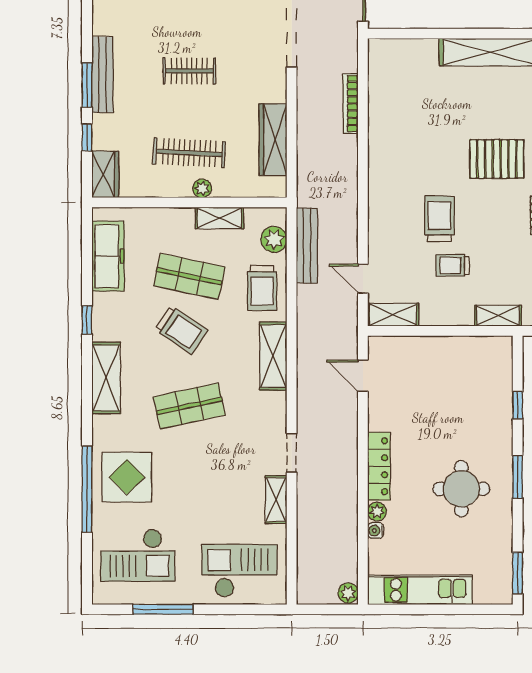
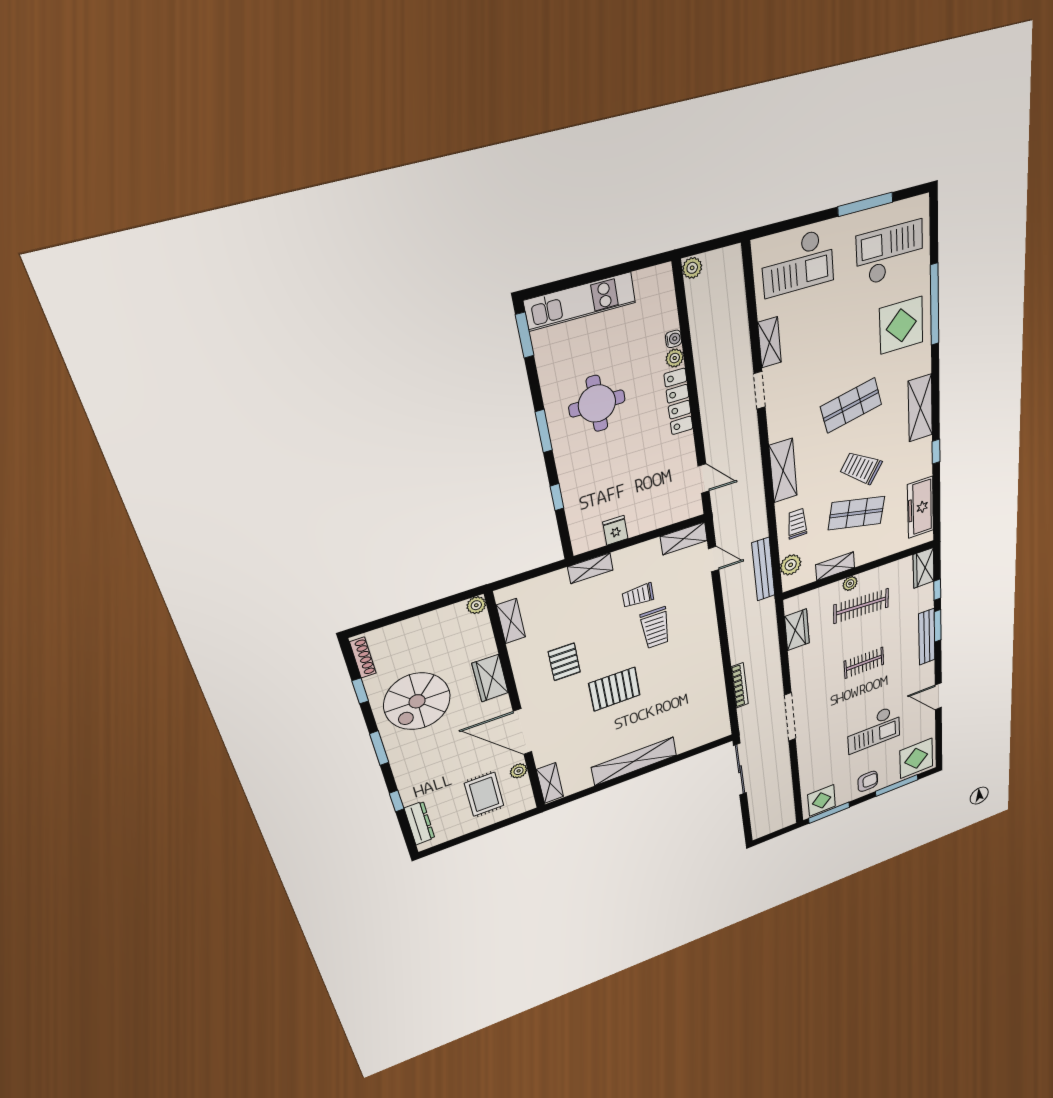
wardrobe: (273, 140) -> (797, 630), width x0.67
trolley: (453, 265) -> (638, 596), turned 180
trolley: (262, 288) -> (797, 524), width x0.73, depth x0.72
fridge: (465, 349) -> (615, 530), added
kitchen unit: (420, 590) -> (580, 302), moved

